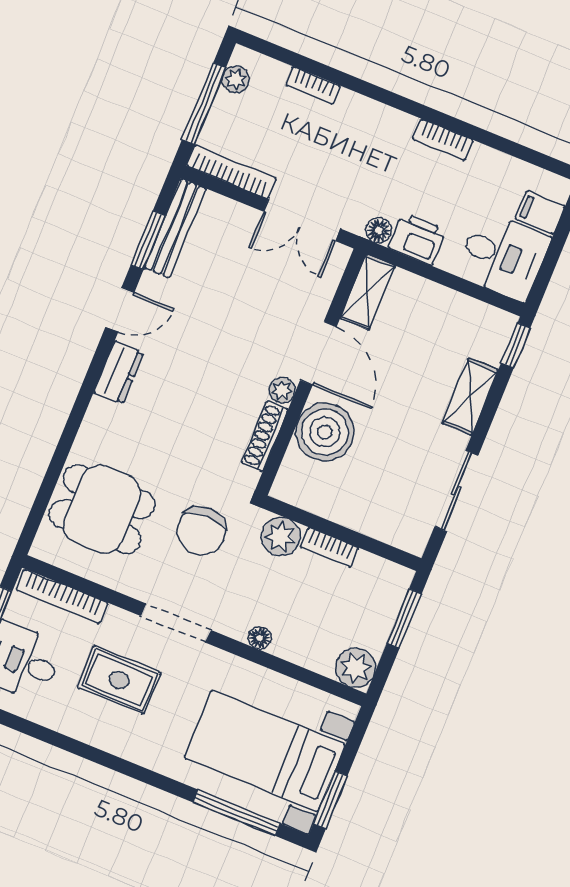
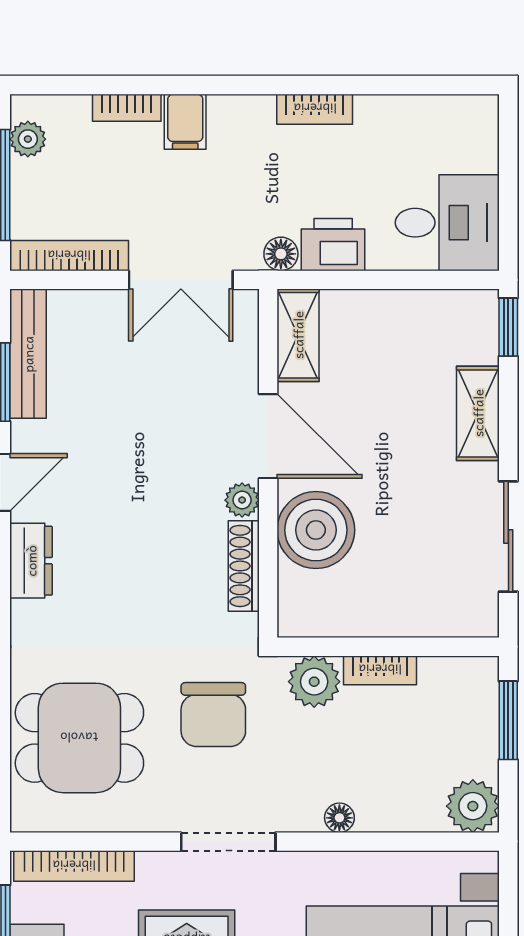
filing cabinet: (540, 213) -> (185, 122), moved, turned -90

